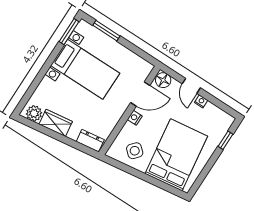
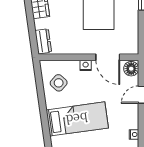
nightstand: (201, 101) -> (134, 134), moved
bed: (176, 155) -> (77, 119), width x0.67

